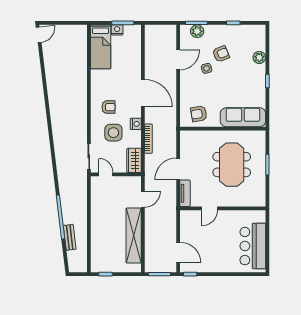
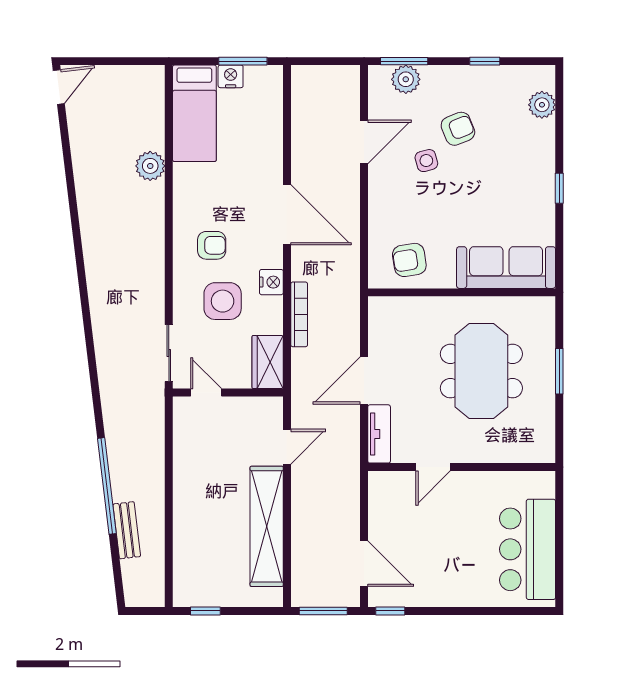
plant: (259, 57) -> (542, 105), moved
plant: (80, 71) -> (150, 166), added

